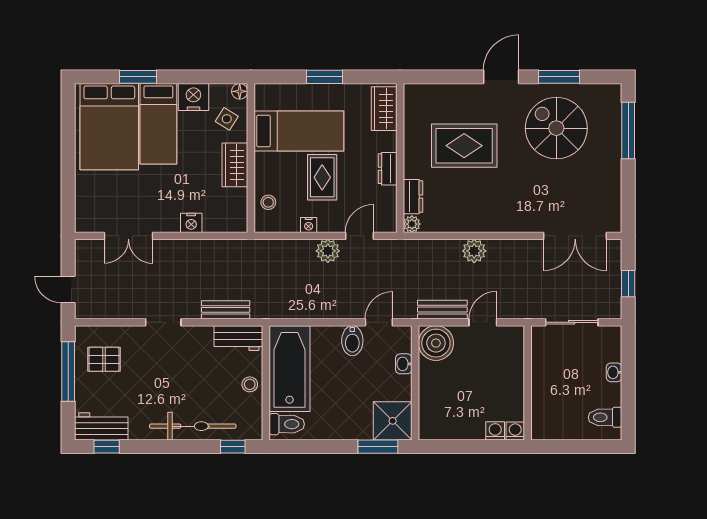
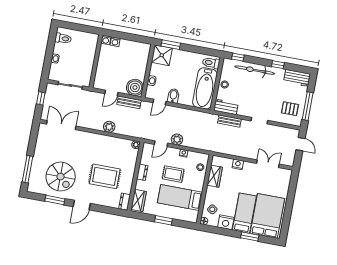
wardrobe: (235, 165) -> (215, 176), moved
rug: (322, 177) -> (173, 174), turned 90
dresser: (413, 197) -> (125, 202), moved
window: (107, 447) -> (278, 65), moved

